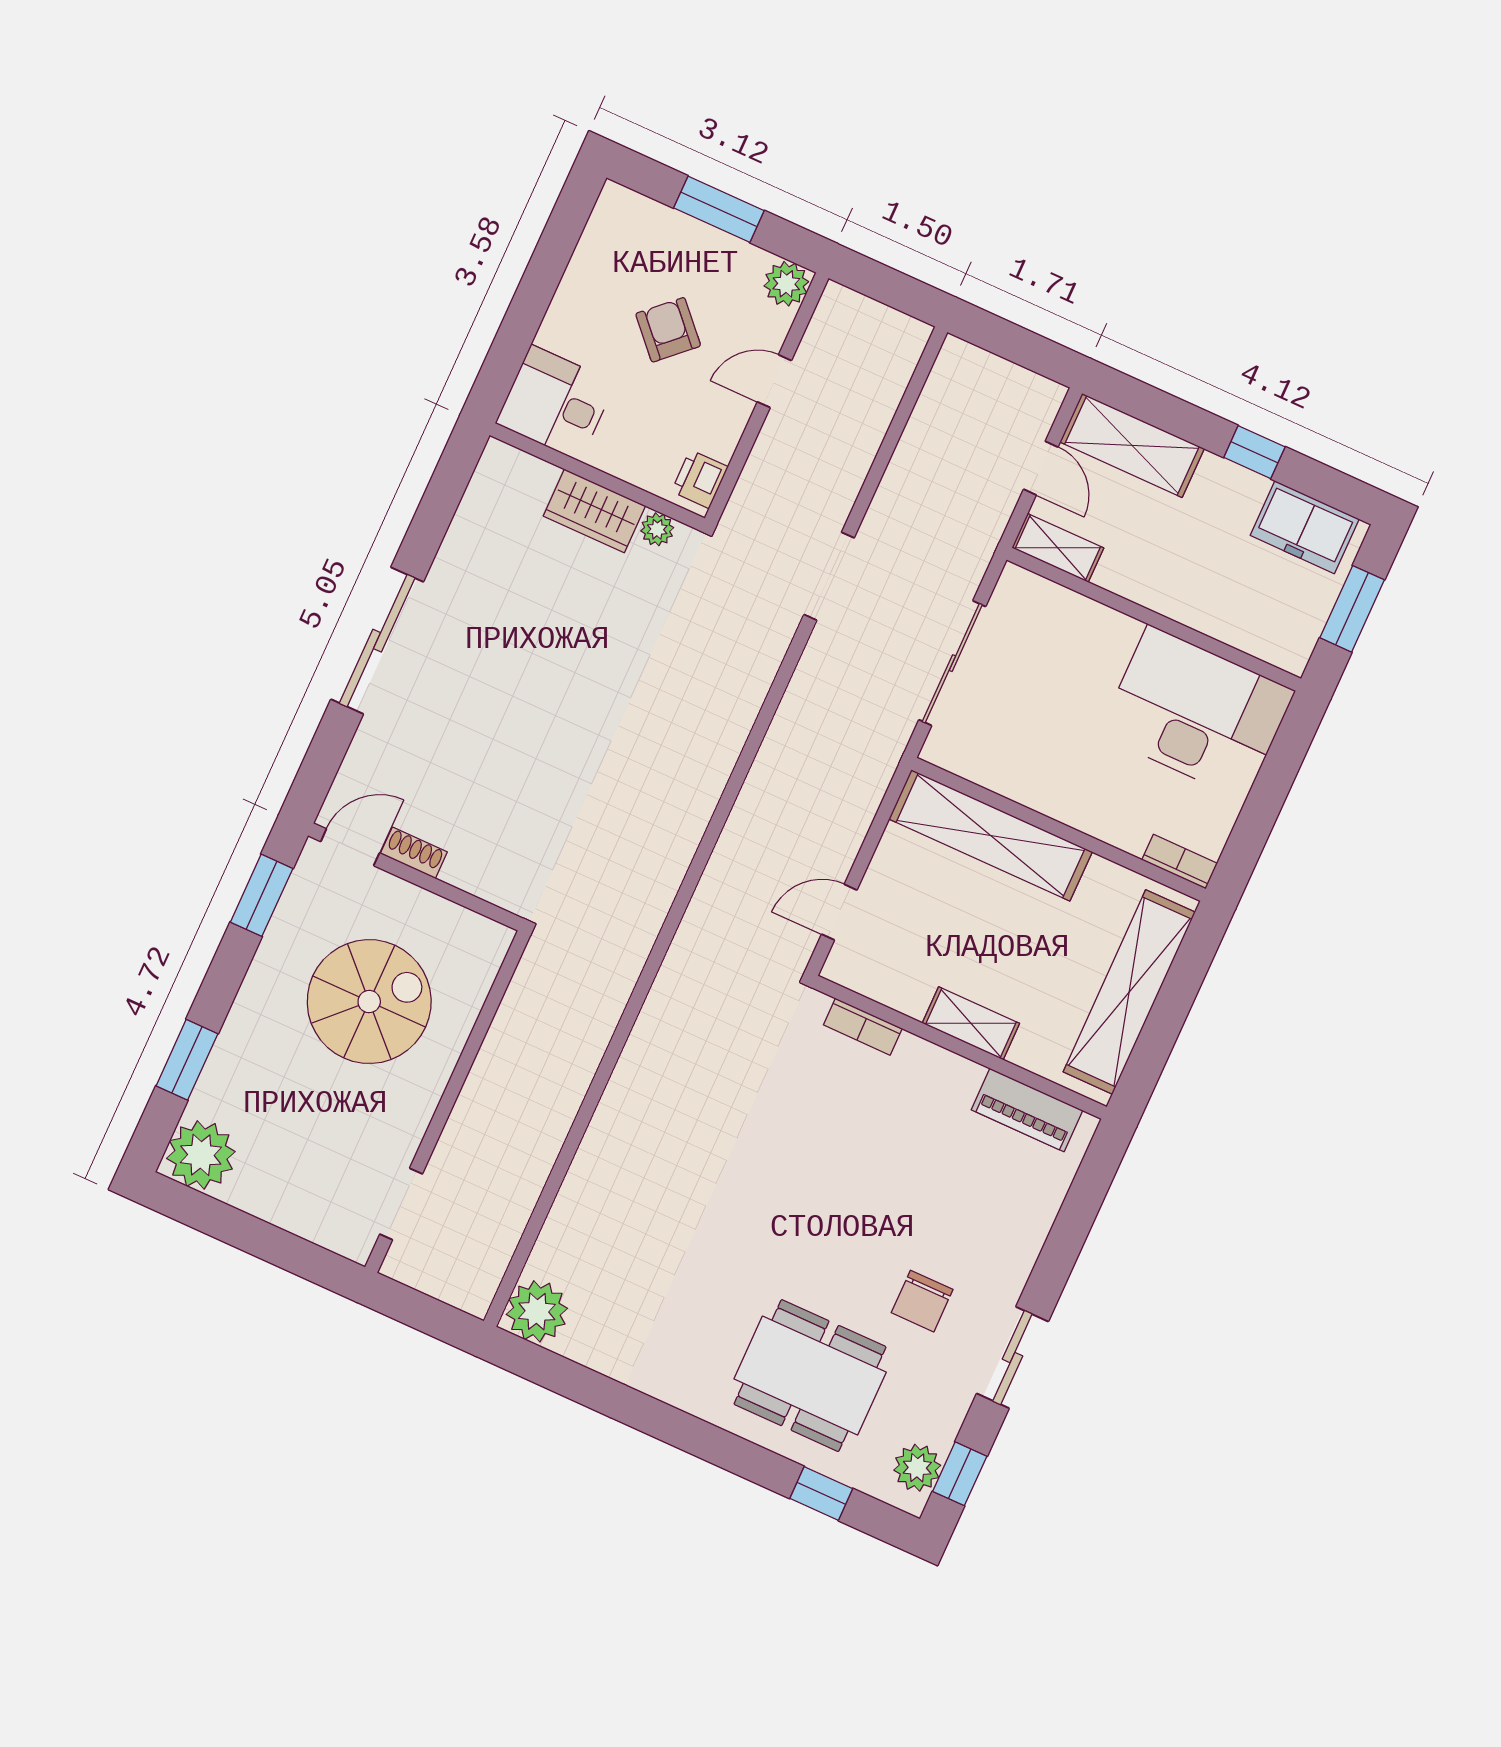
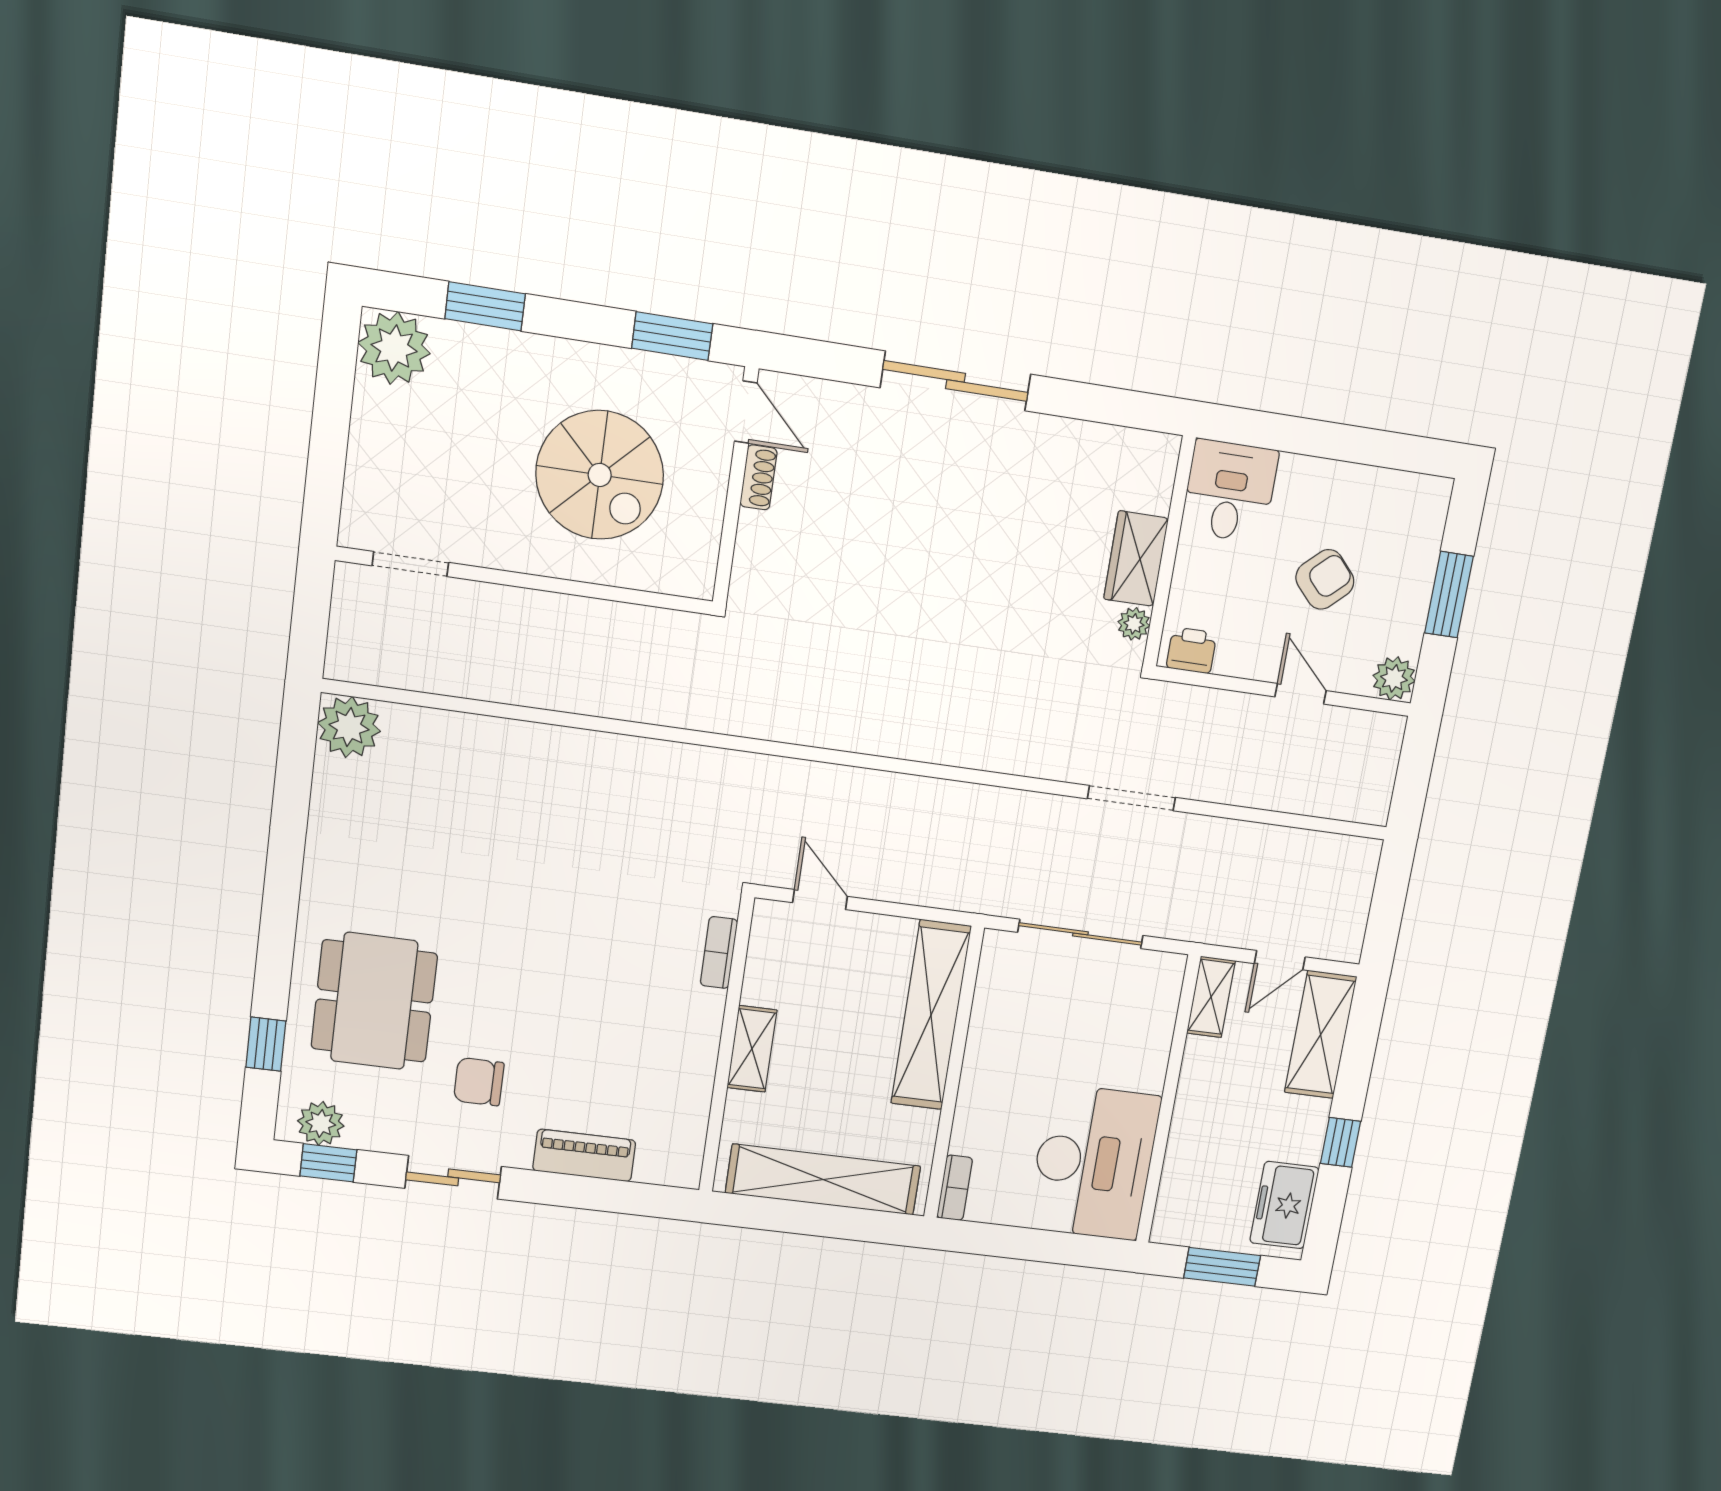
piano: (1027, 1110) -> (584, 1155), moved, turned 90

